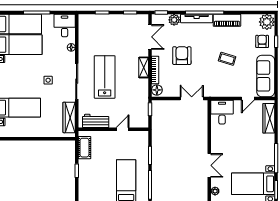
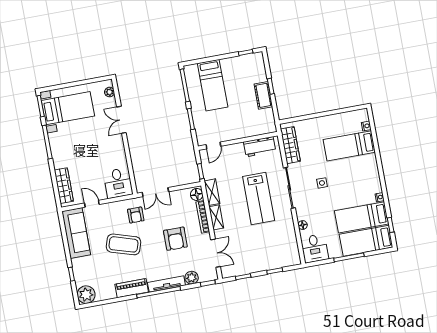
double door: (150, 37) -> (216, 253), swing flipped
armchair: (262, 41) -> (136, 215), moved
coffee table: (227, 59) -> (123, 244), width x1.86, depth x1.72
shelving: (143, 90) -> (212, 192), added
door: (248, 98) -> (92, 204), hinge flipped
door: (123, 129) -> (213, 145), moved
cot: (84, 148) -> (263, 95), moved

